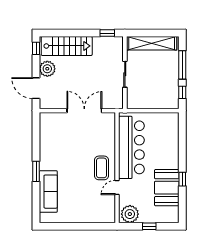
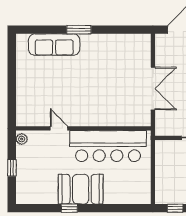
coffee table: (102, 168) -> (83, 109), removed
booth: (167, 188) -> (81, 189), moved
plant: (130, 214) -> (22, 139), width x0.53, depth x0.53

